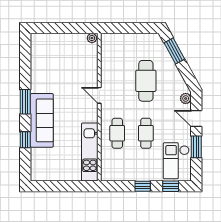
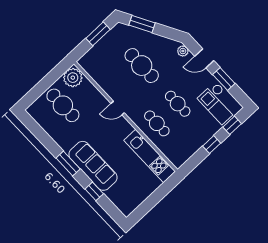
window: (136, 28) -> (98, 34), added
plant: (92, 38) -> (73, 78), width x1.87, depth x1.87
cafe table: (61, 56) -> (63, 105), added

